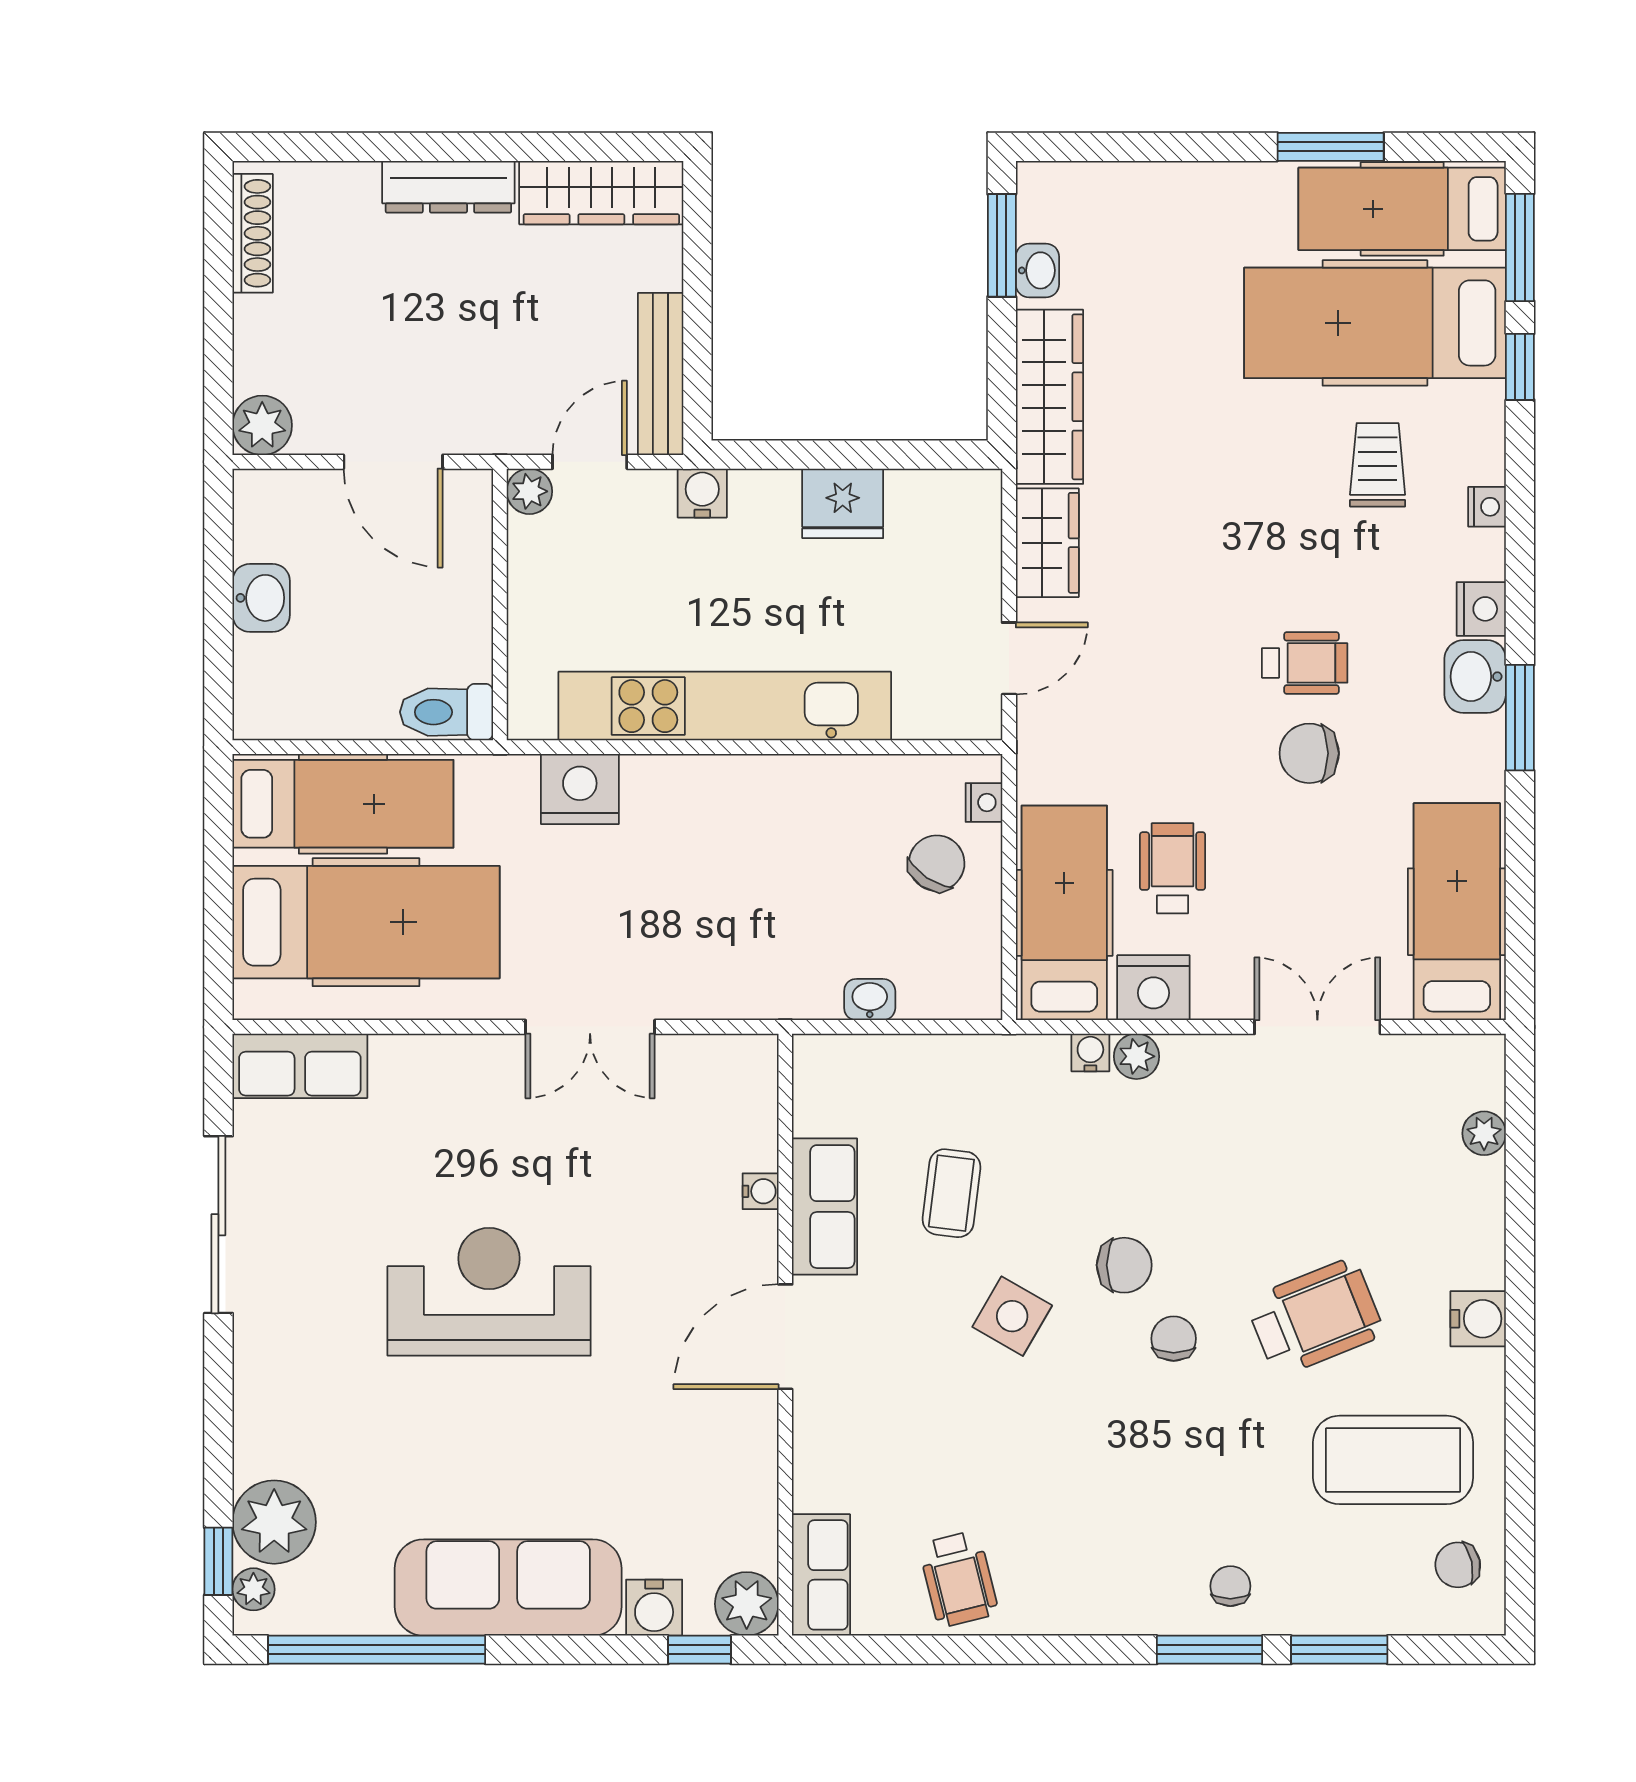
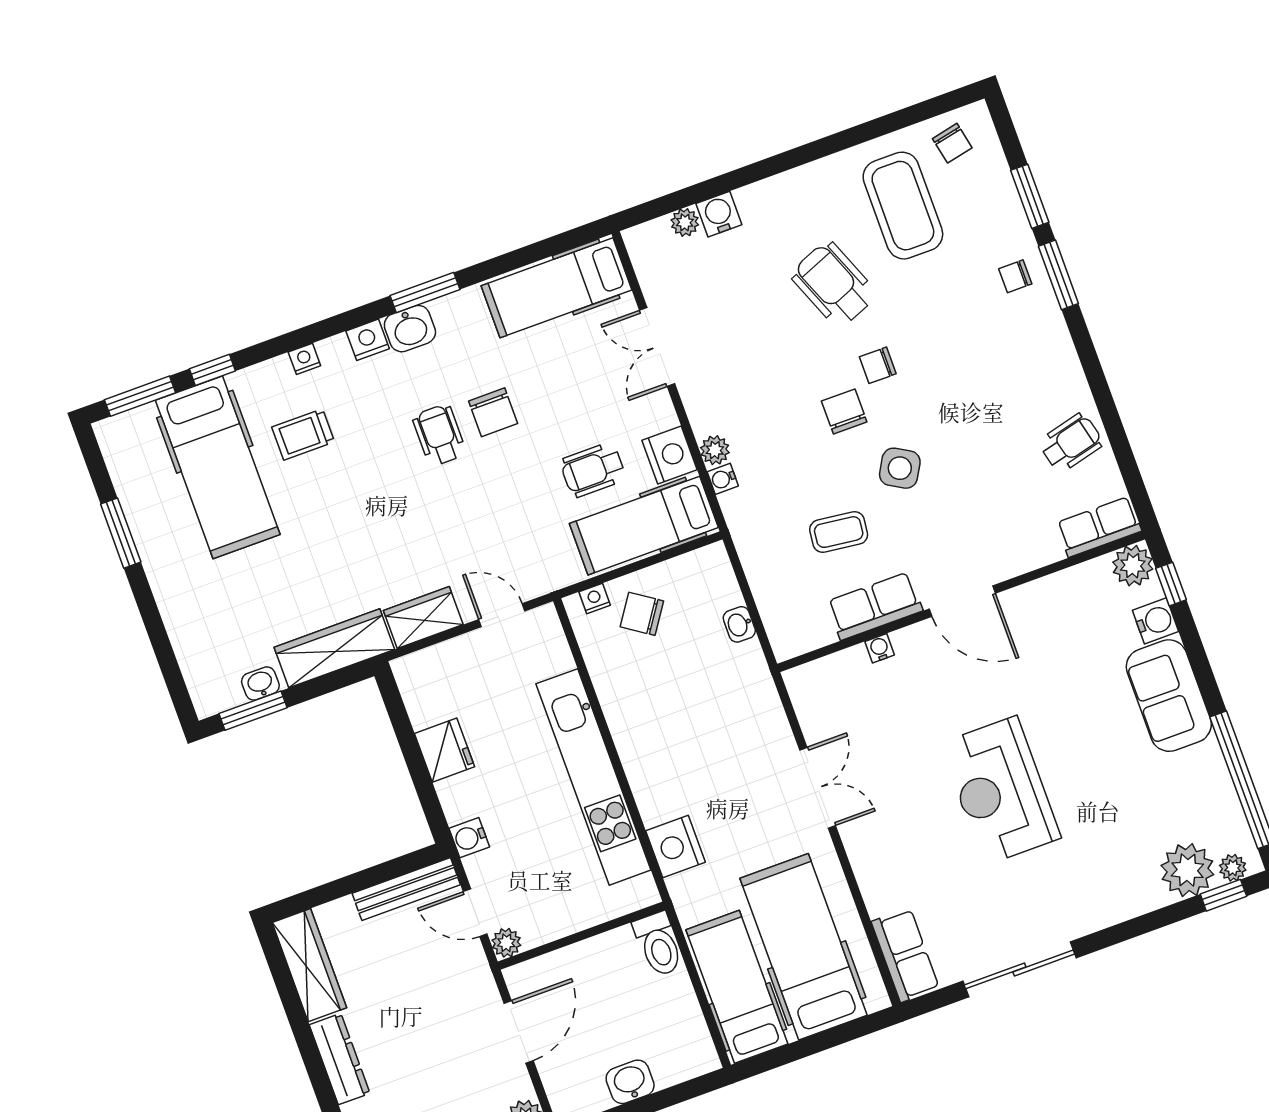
hospital bed: (1402, 209) -> (143, 476), removed
water cooler: (1478, 1319) -> (719, 214), moved
sofa: (508, 1587) -> (1169, 696), width x0.73

